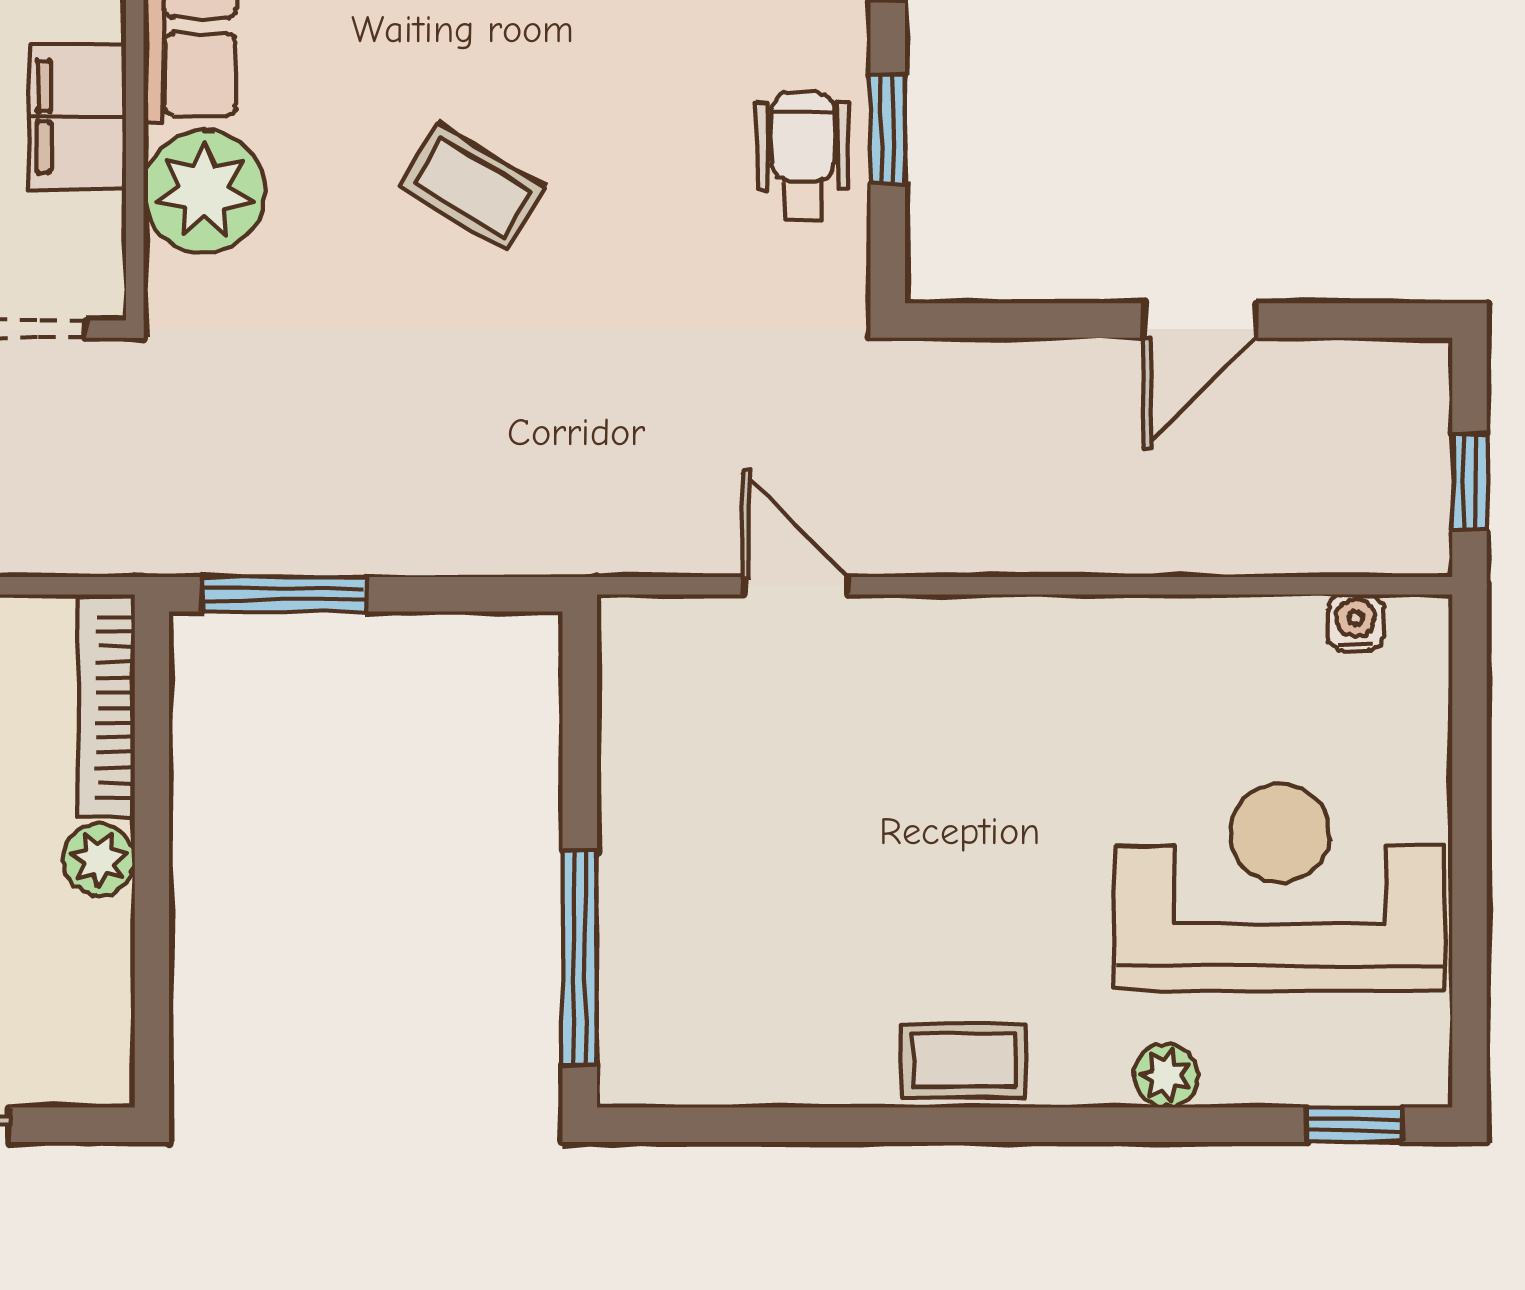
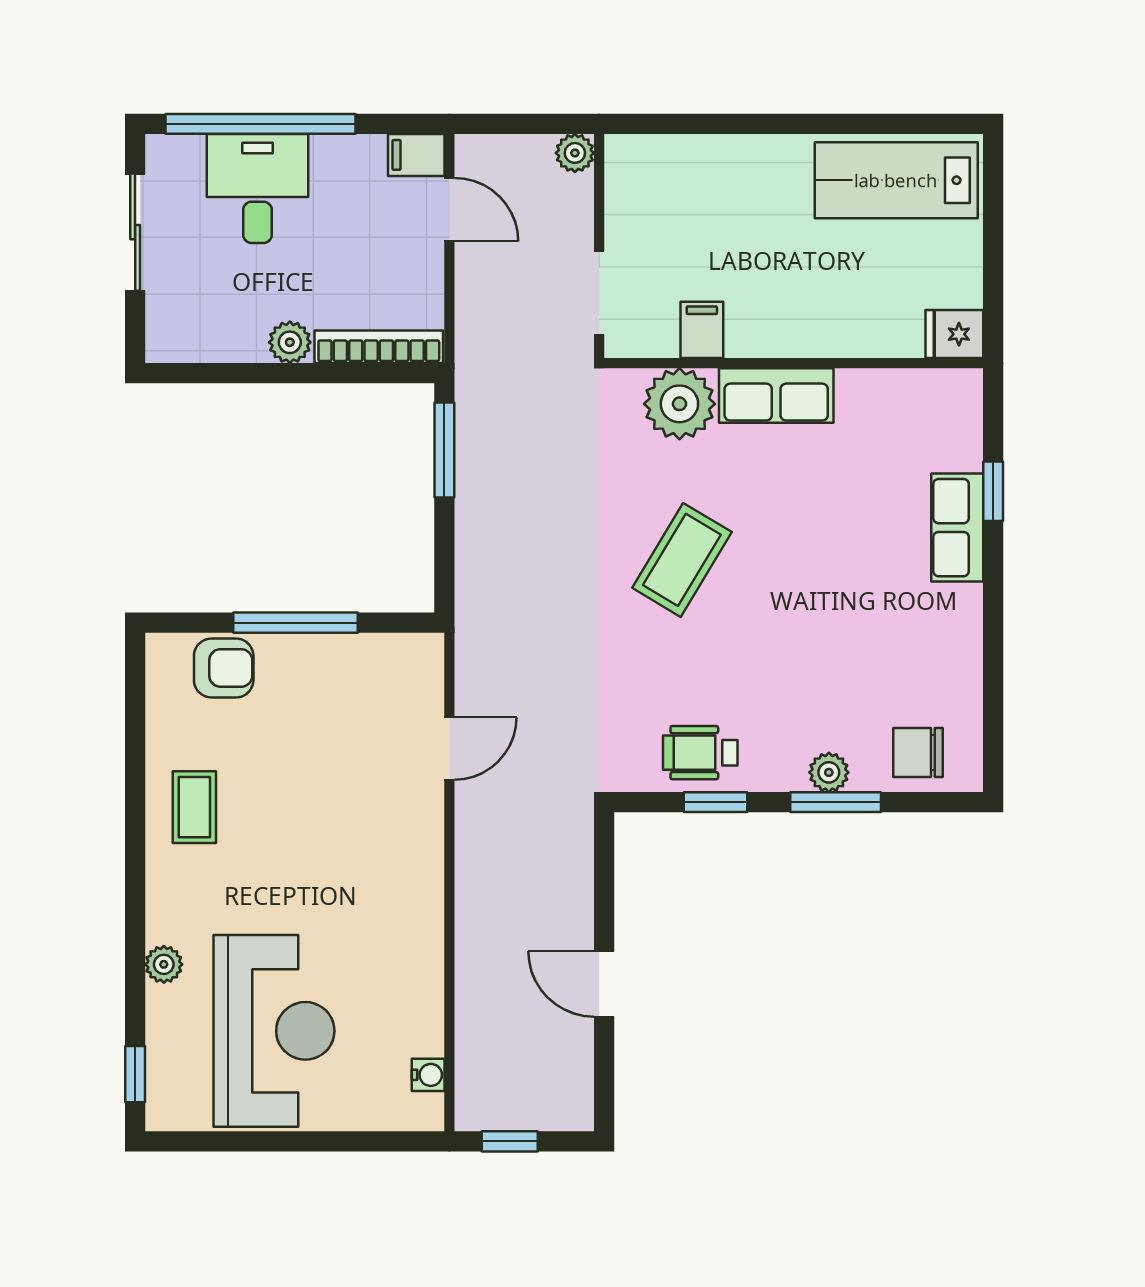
filing cabinet: (78, 117) -> (702, 330), width x0.50
wheelchair: (803, 156) -> (700, 753), turned 180
coffee table: (472, 187) -> (682, 560), width x1.36, depth x1.30
window: (580, 958) -> (295, 623), moved
armchair: (658, 973) -> (224, 668), added
coffee table: (964, 1060) -> (194, 807), moved

